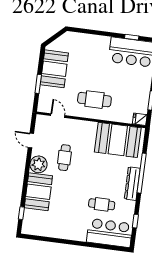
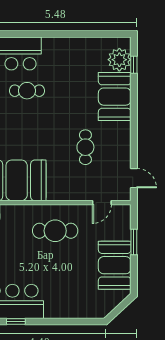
door: (58, 116) -> (102, 203), hinge flipped
door: (31, 140) -> (134, 178), moved
plant: (38, 164) -> (119, 60), moved

